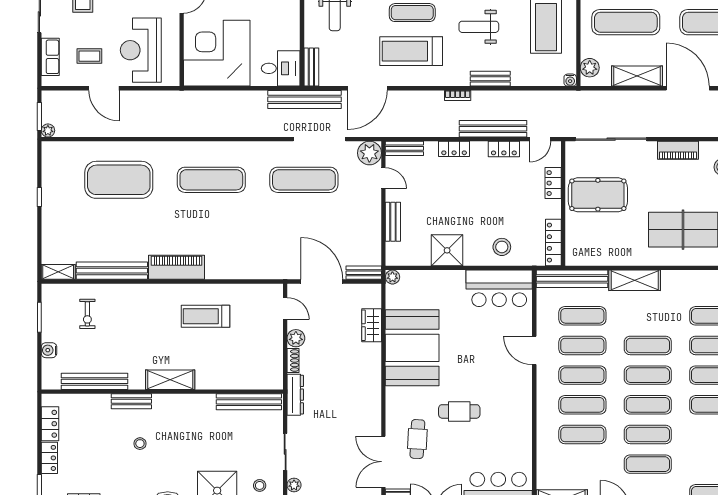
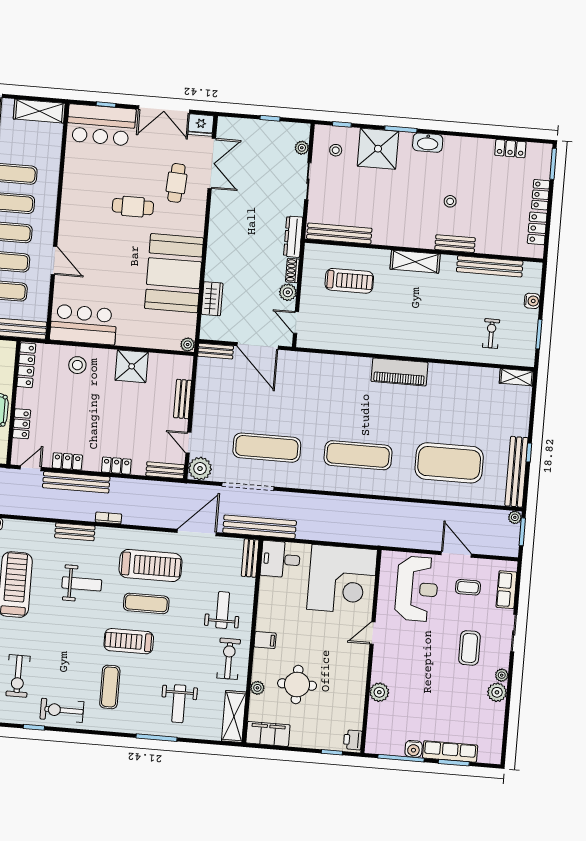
bench: (112, 271) -> (516, 472), moved, turned 90
treadmill: (205, 316) -> (349, 281), moved

